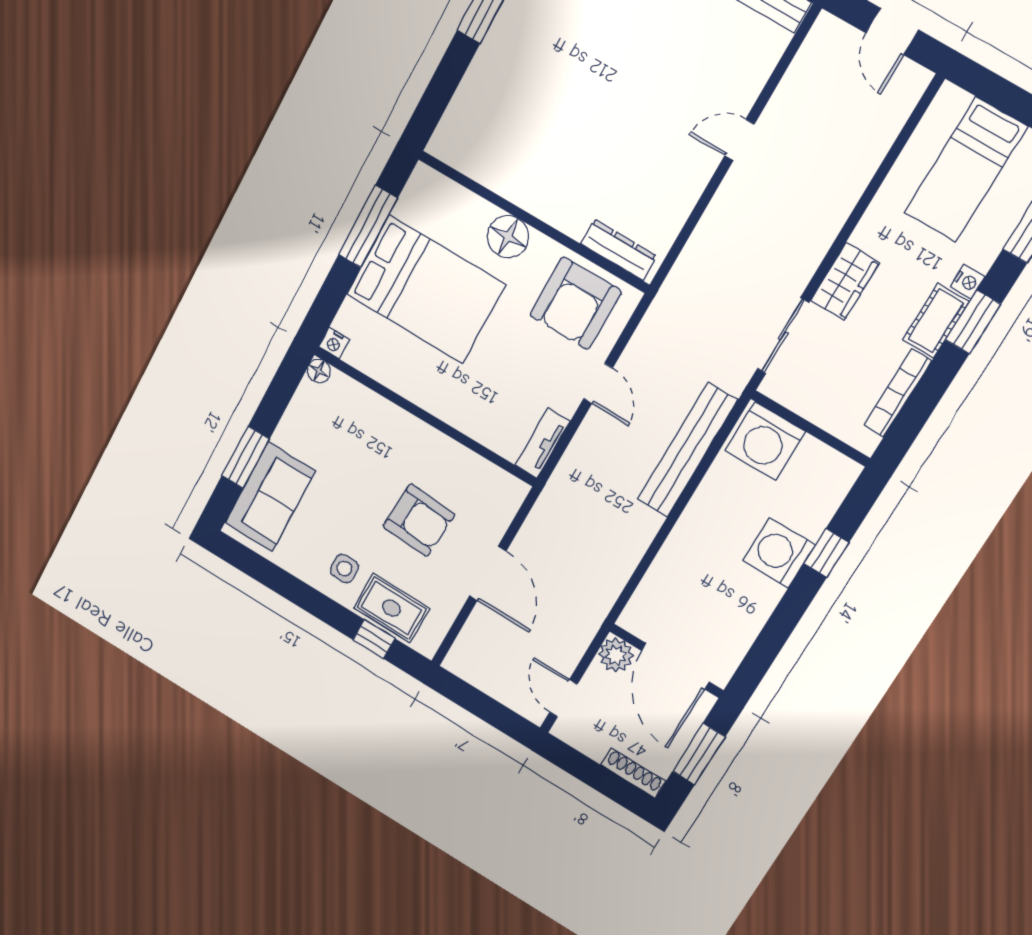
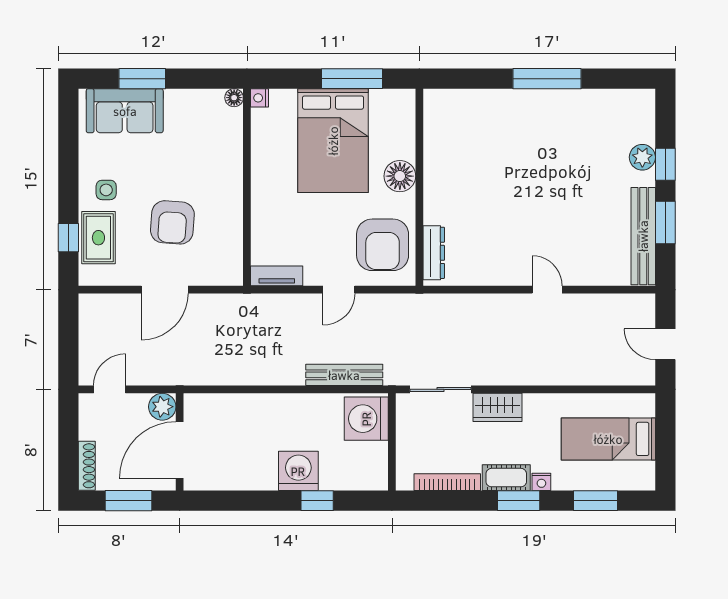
door: (892, 31) -> (665, 344), hinge flipped
armchair: (575, 303) -> (383, 245), turned -90
bench: (687, 450) -> (344, 375), width x0.73, depth x0.82

